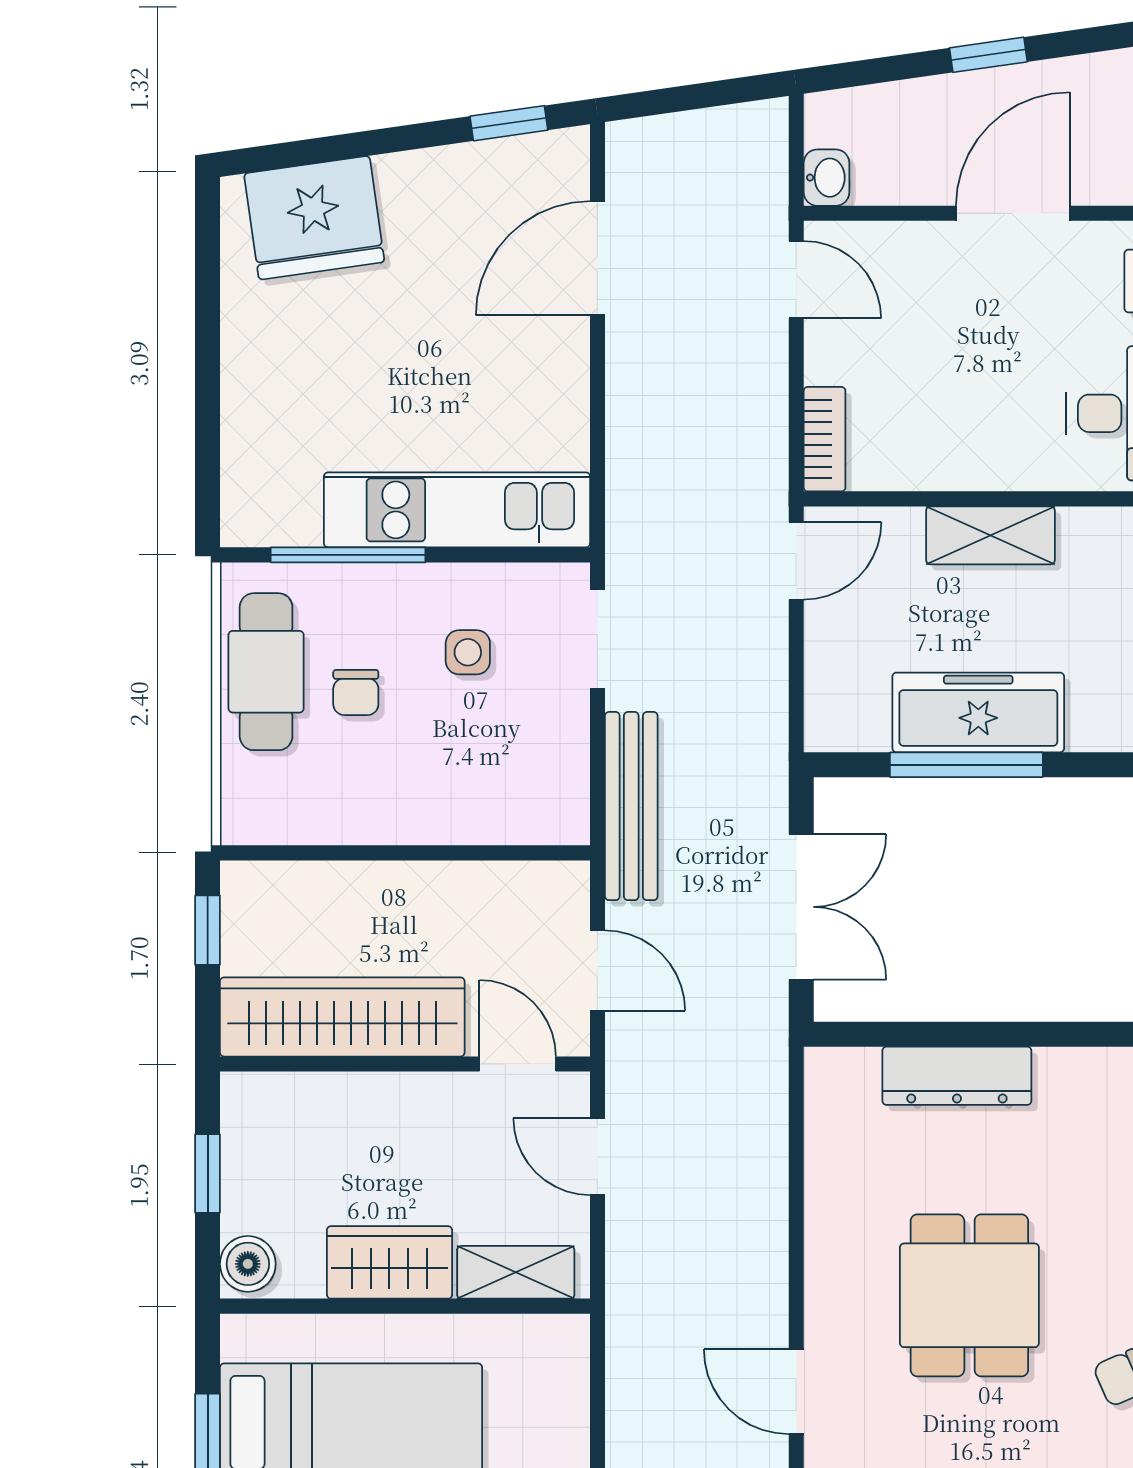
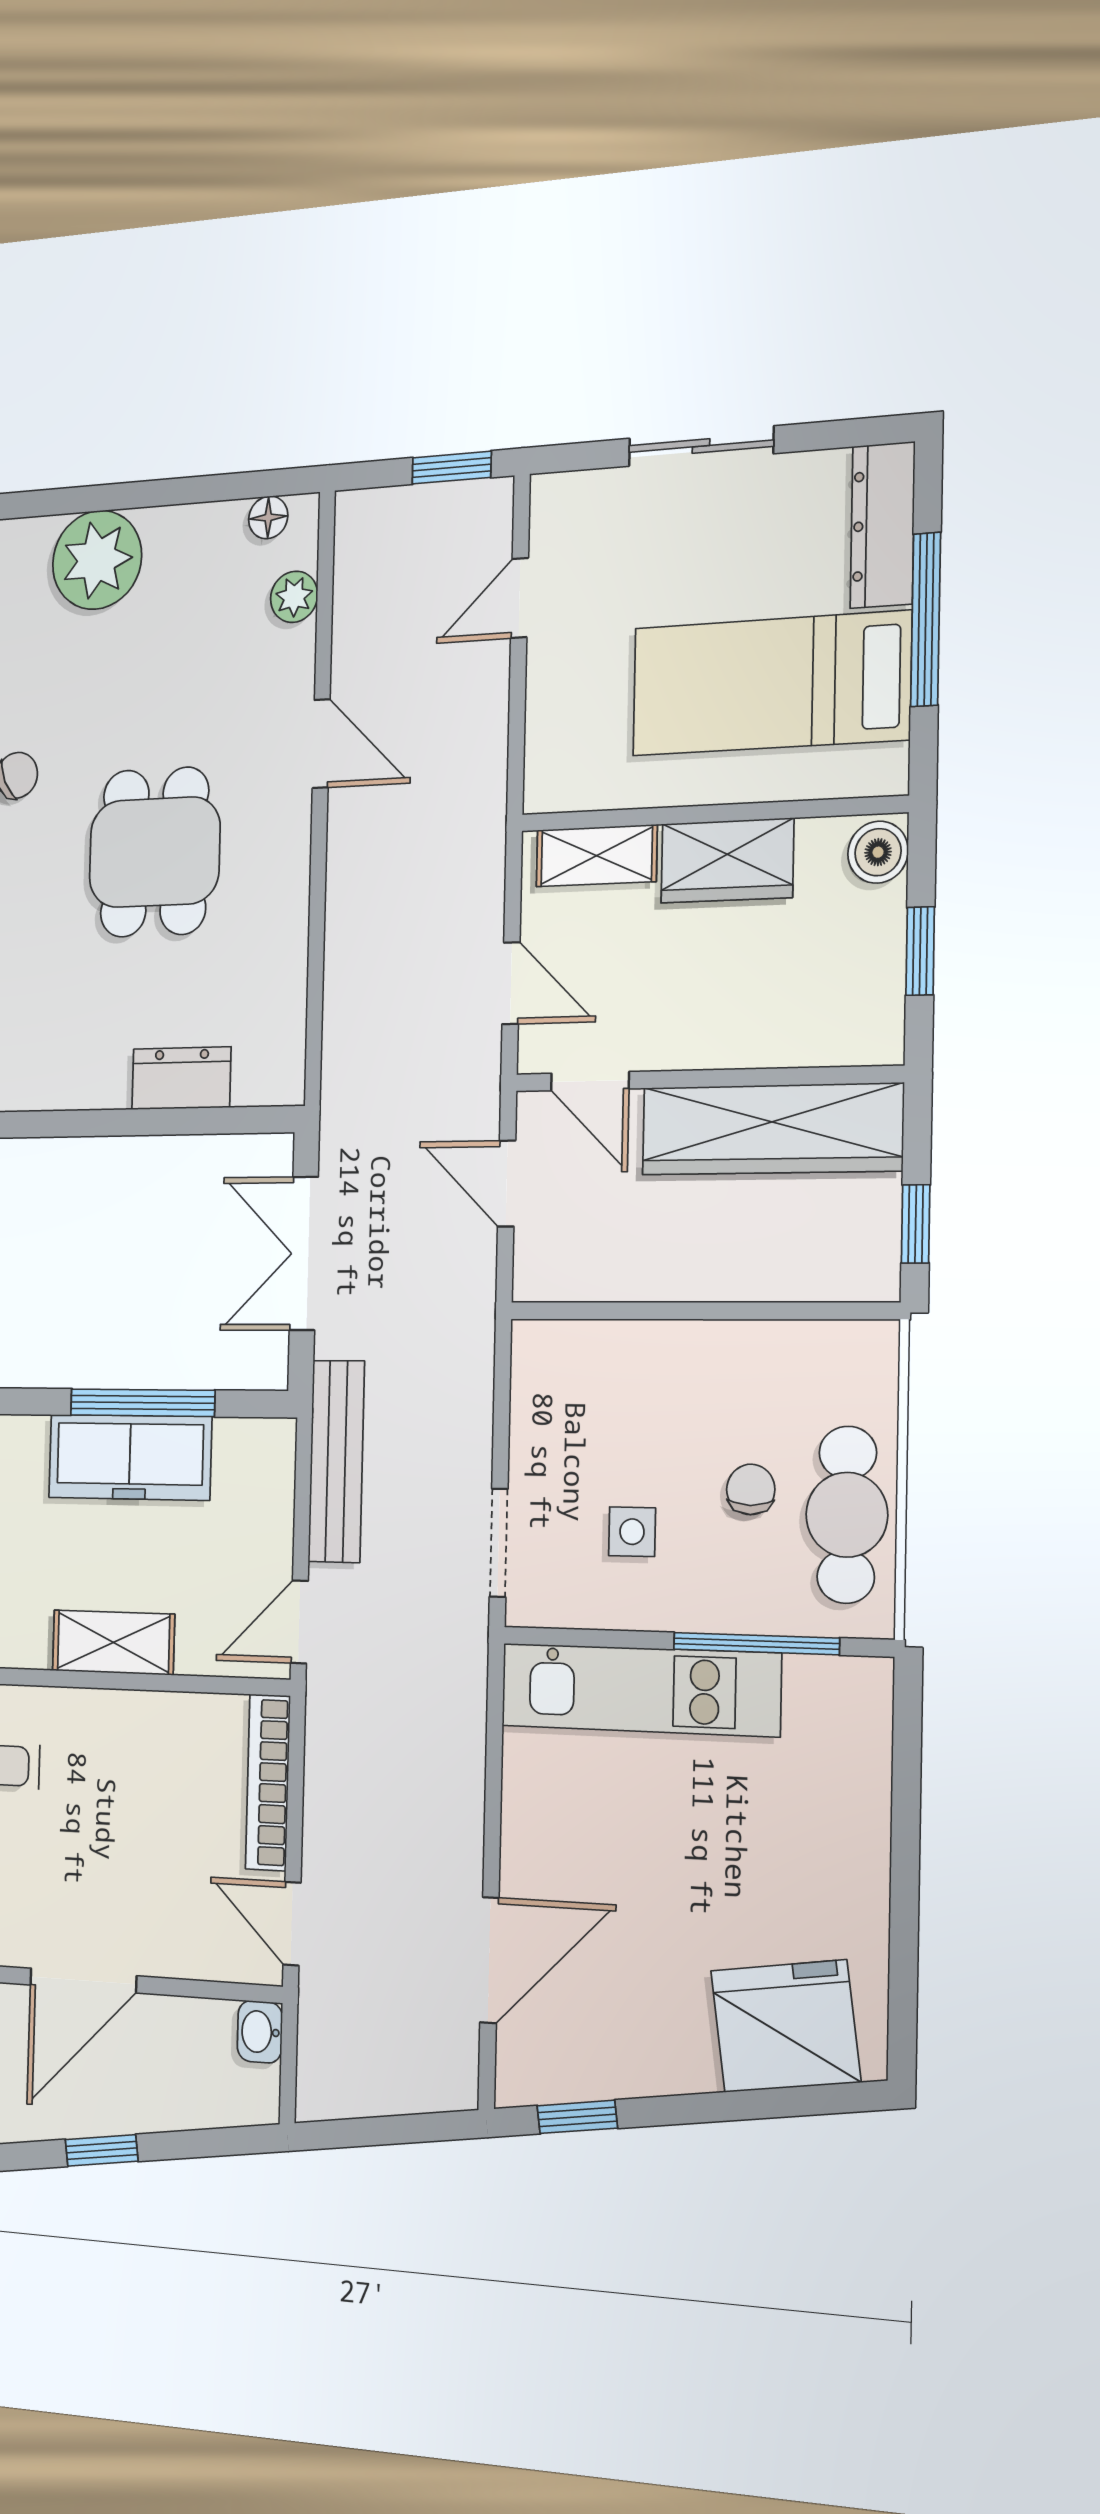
bookcase: (825, 439) -> (268, 1782), width x1.56
bench: (631, 806) -> (336, 1461), moved
dresser: (957, 1076) -> (181, 1078), width x0.70

